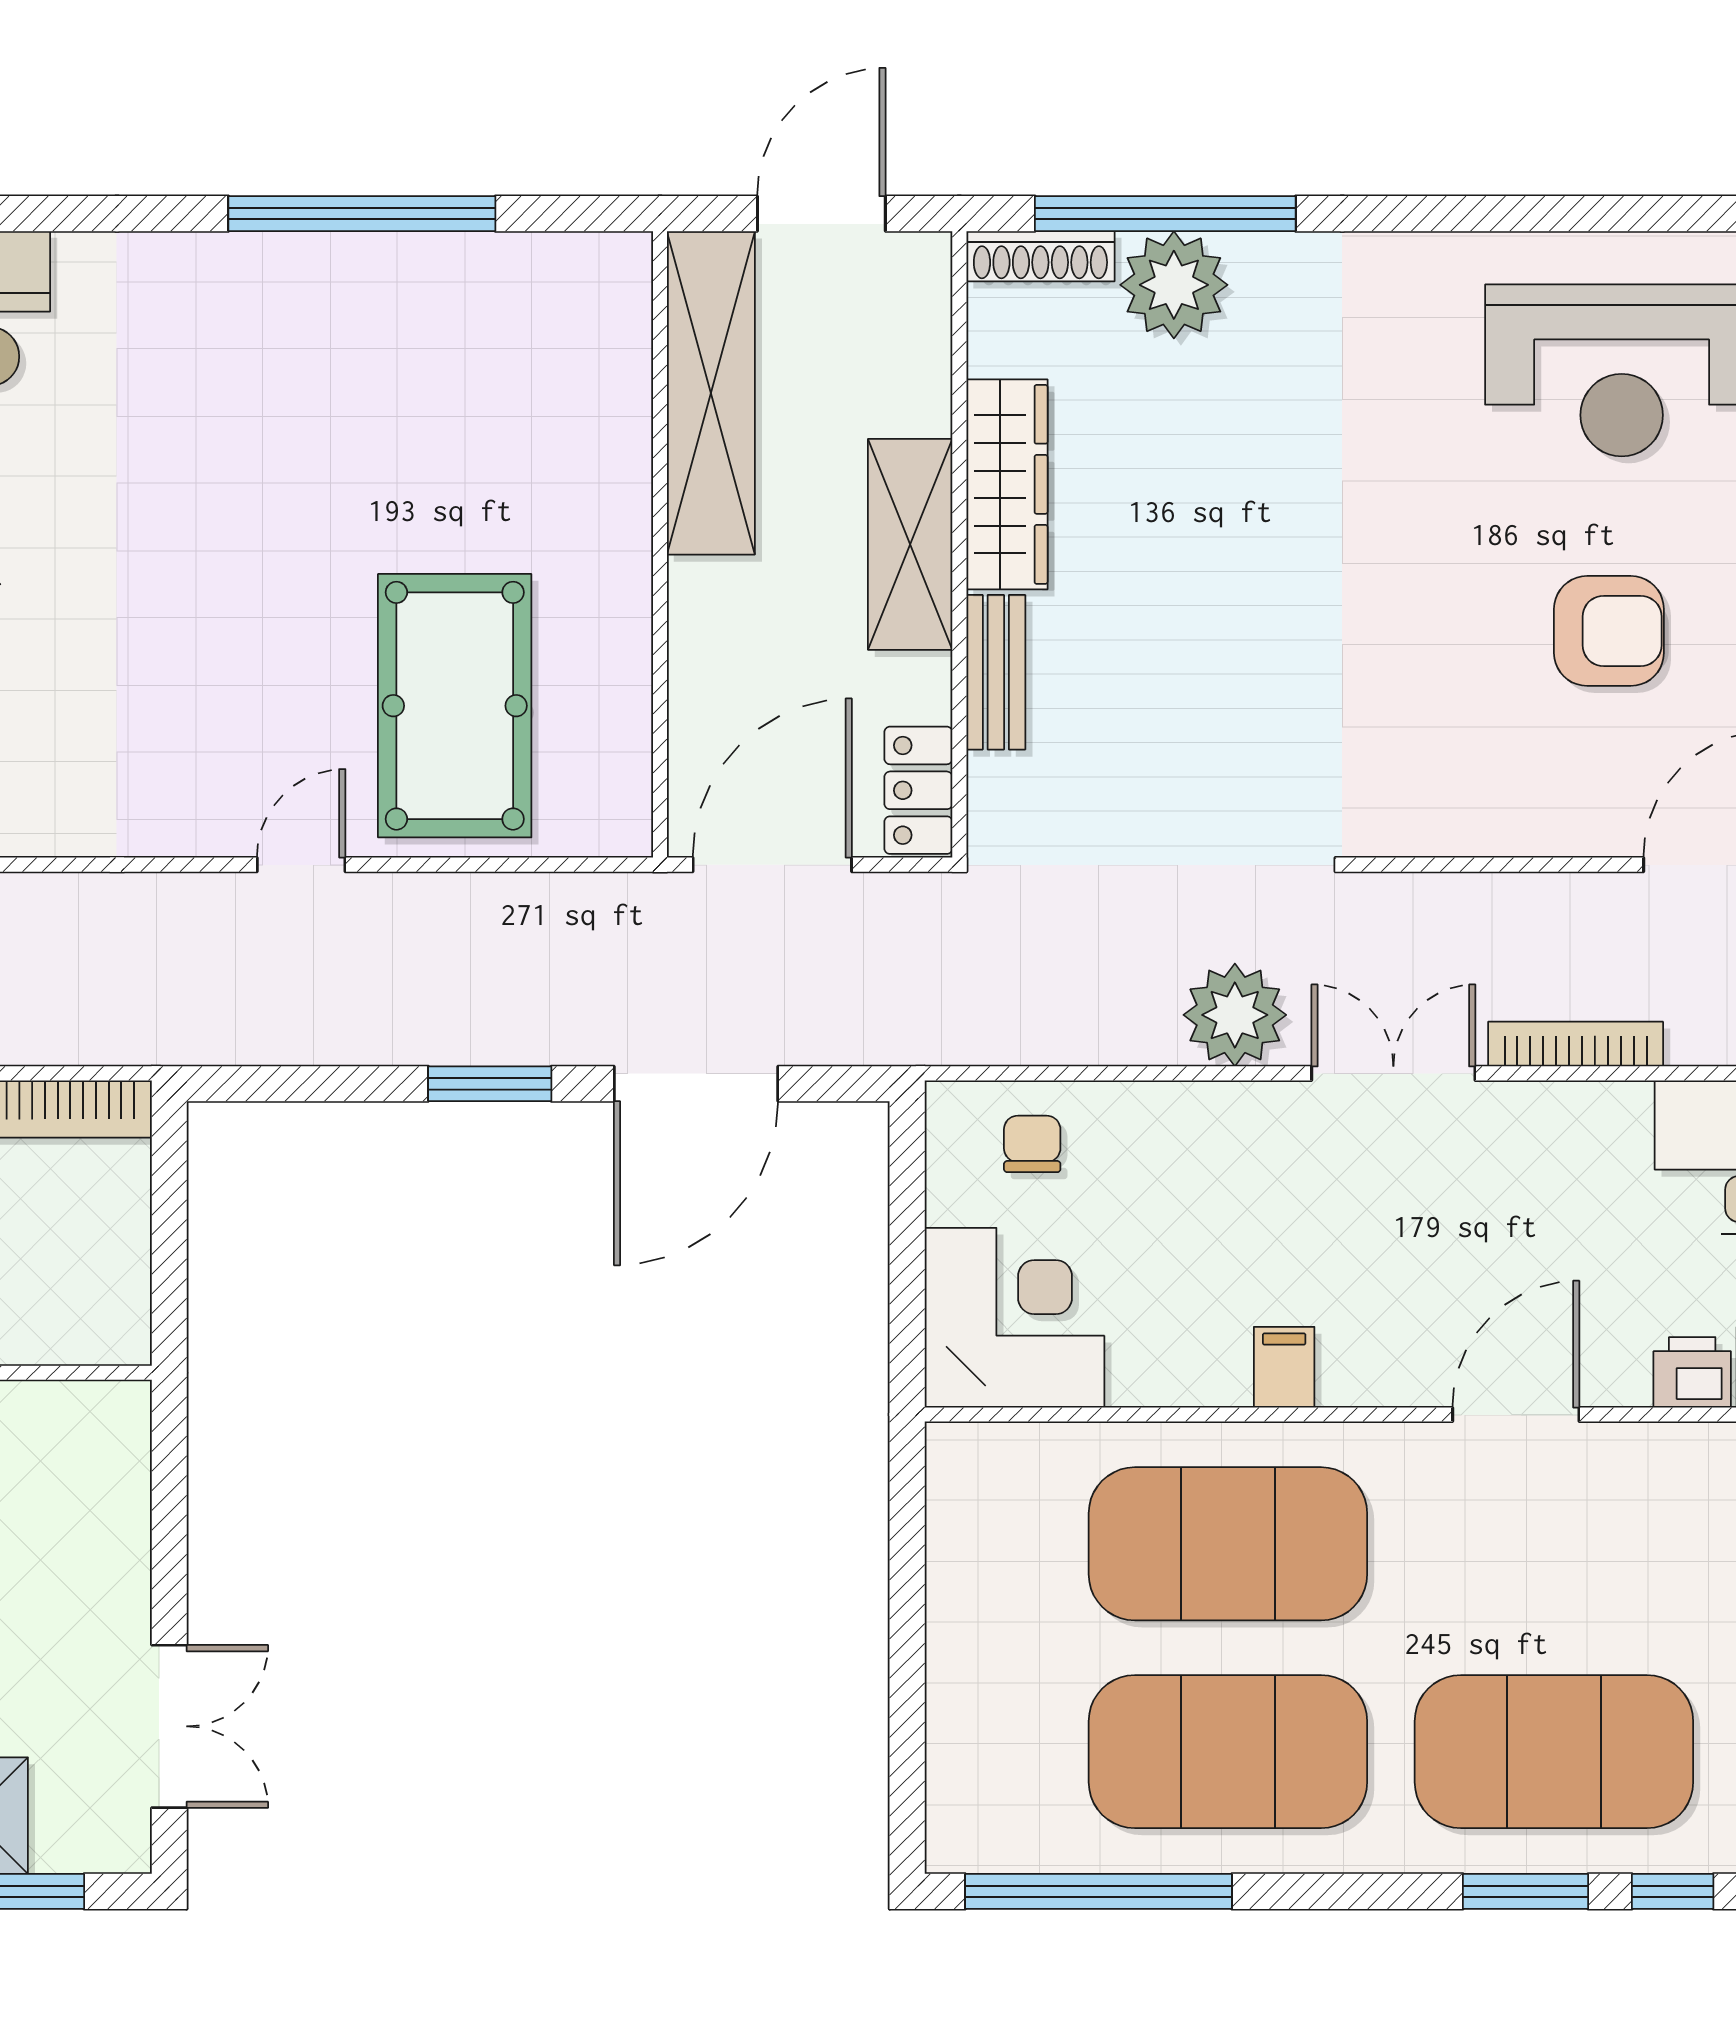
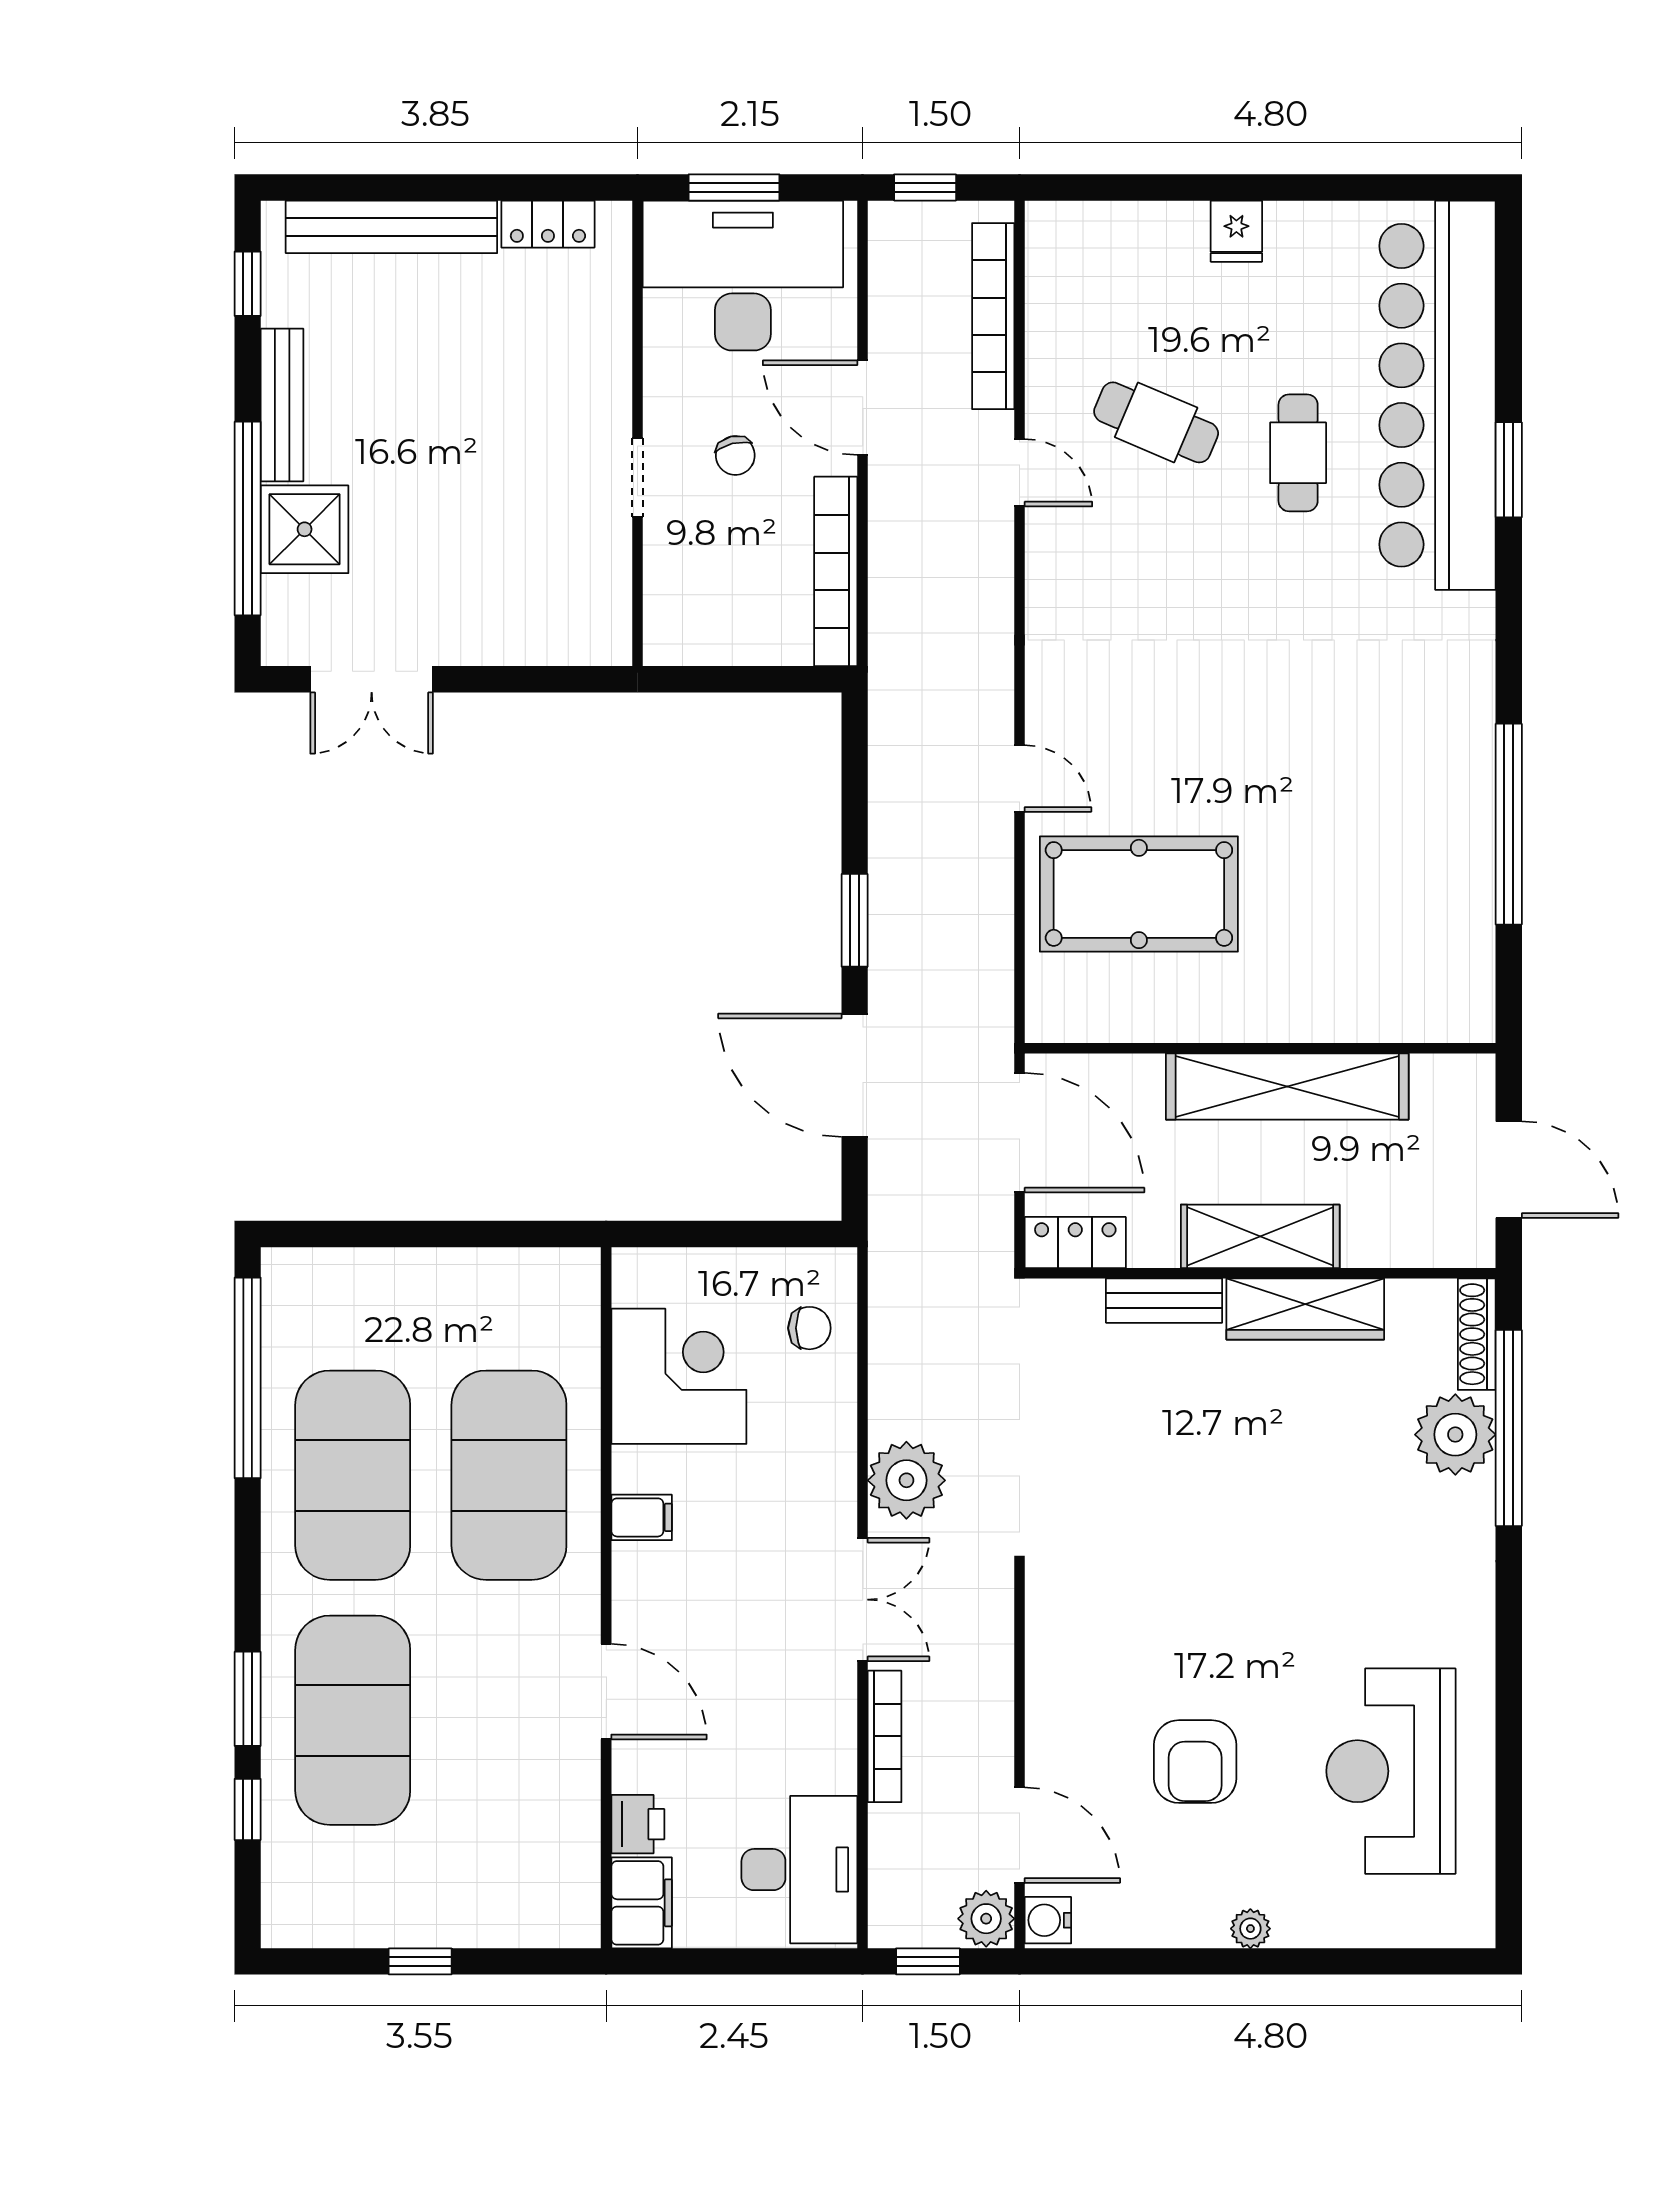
shelving: (711, 393) -> (1287, 1087), moved
corner desk: (1014, 1318) -> (679, 1376), moved, turned -90

